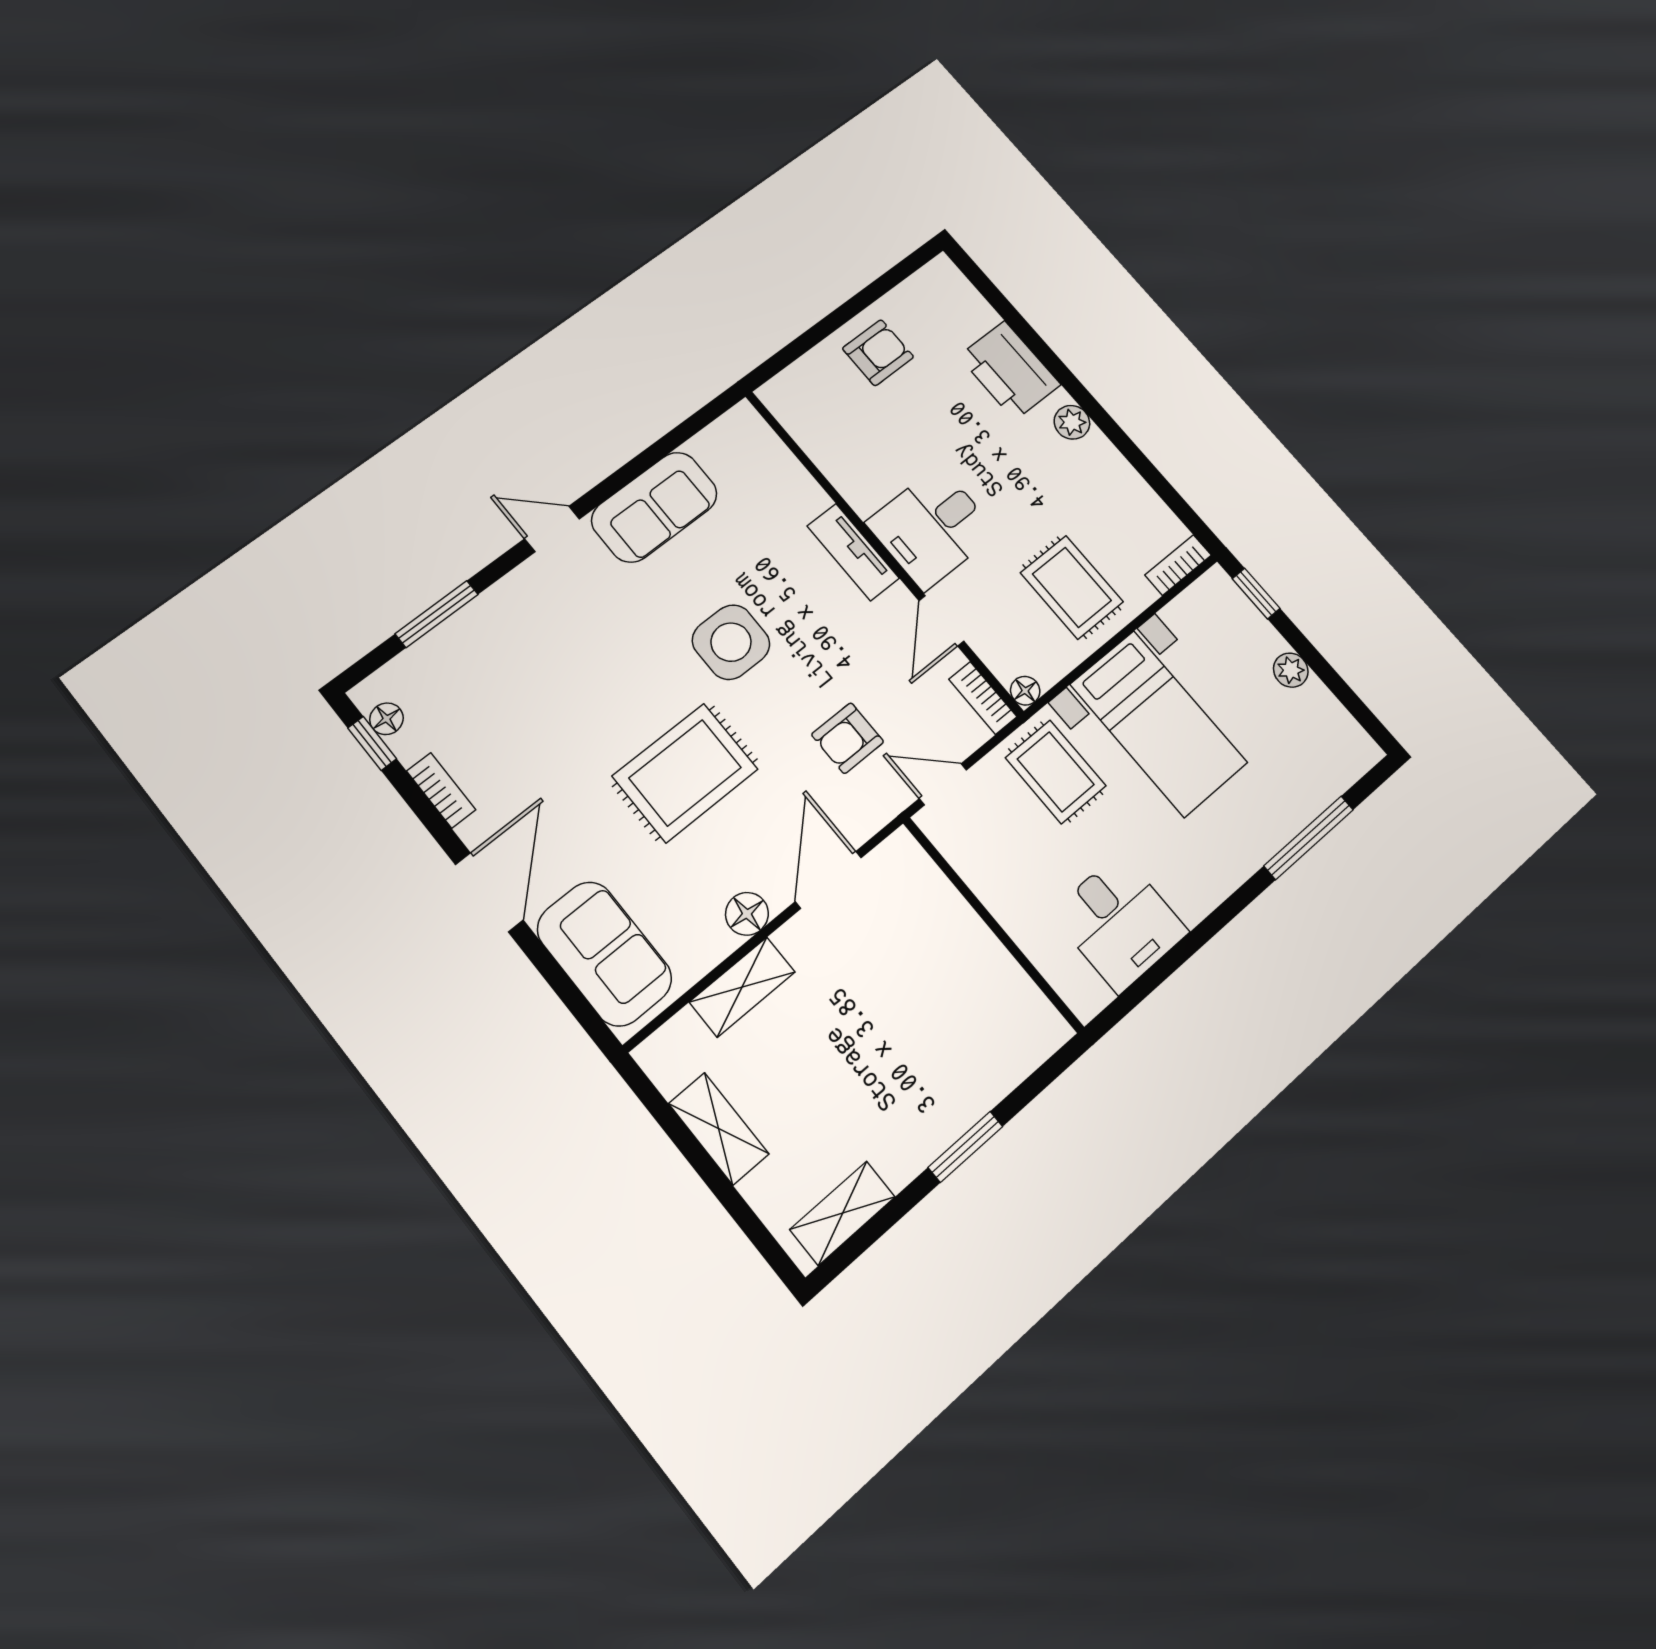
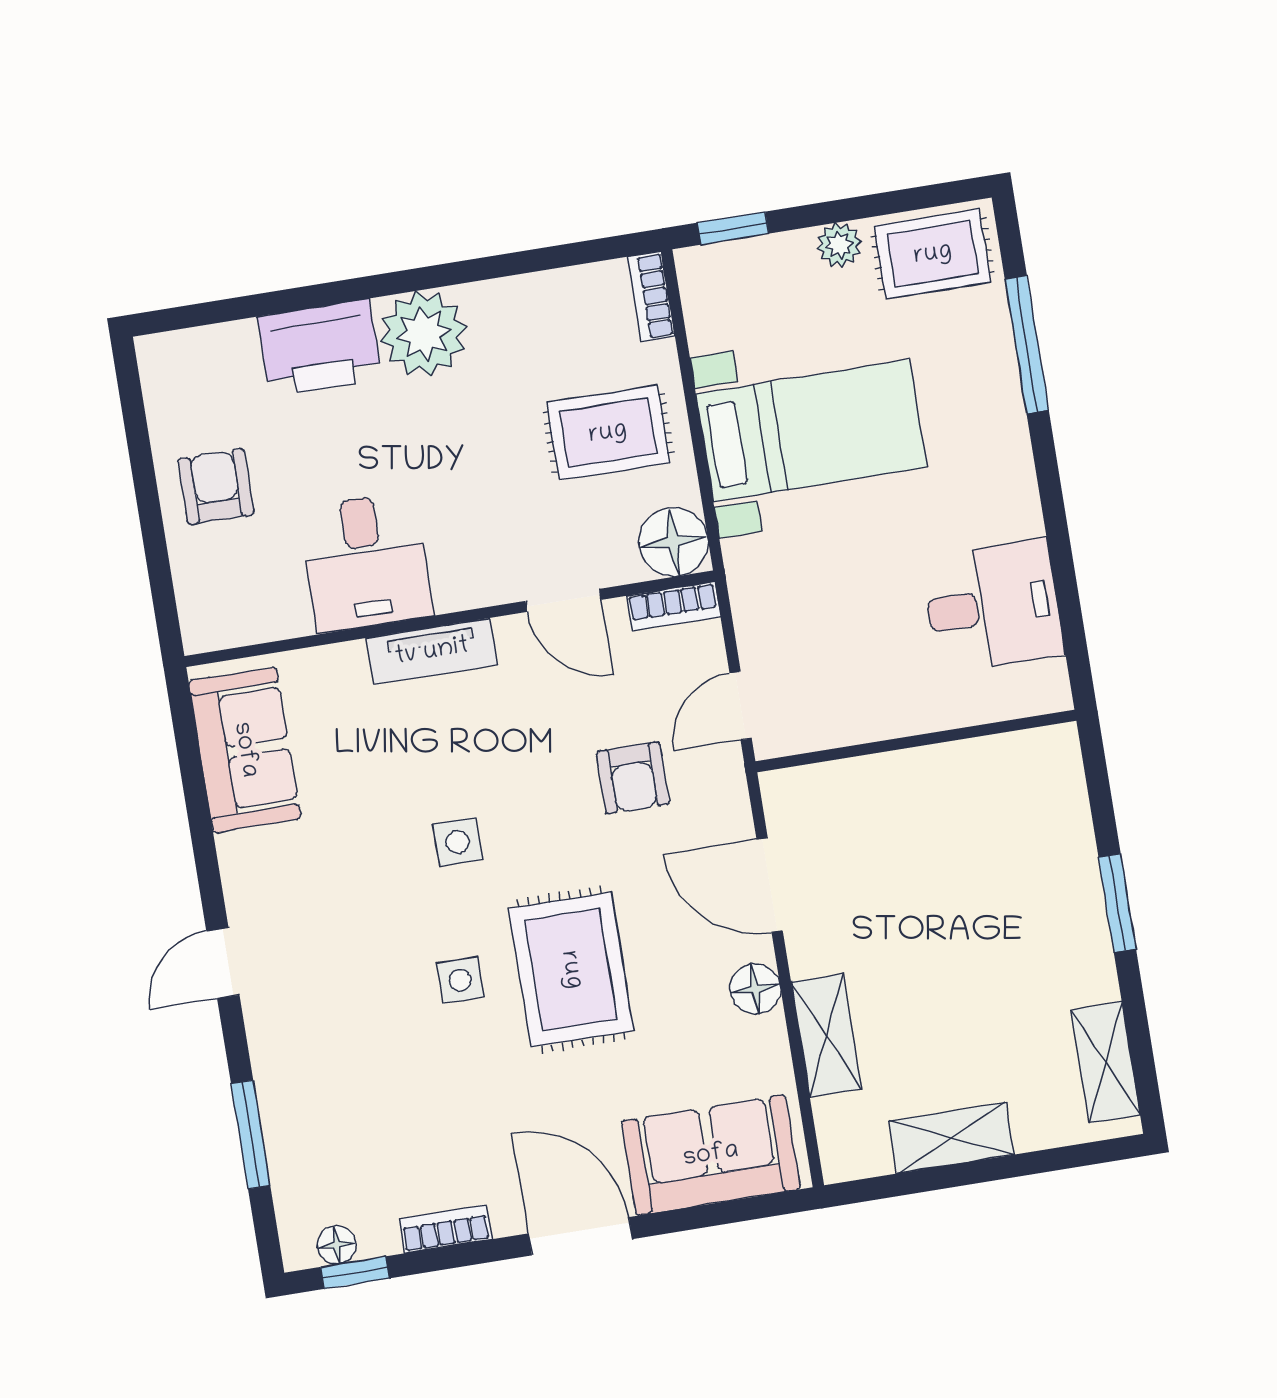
plant: (1072, 422) -> (424, 334), width x1.87, depth x1.87
sofa: (654, 507) -> (245, 750), moved
desk: (932, 528) -> (366, 562), moved
side table: (731, 642) -> (458, 842), width x0.54, depth x0.54
floor lamp: (1025, 691) -> (673, 542), width x1.89, depth x1.89
side table: (633, 699) -> (460, 980), added
rug: (1056, 772) -> (933, 254), moved

